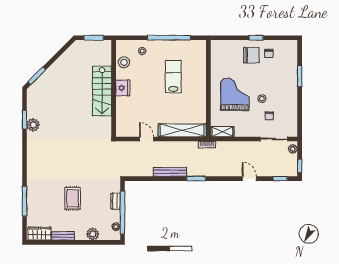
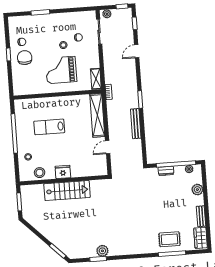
rug: (73, 198) -> (170, 239), moved

